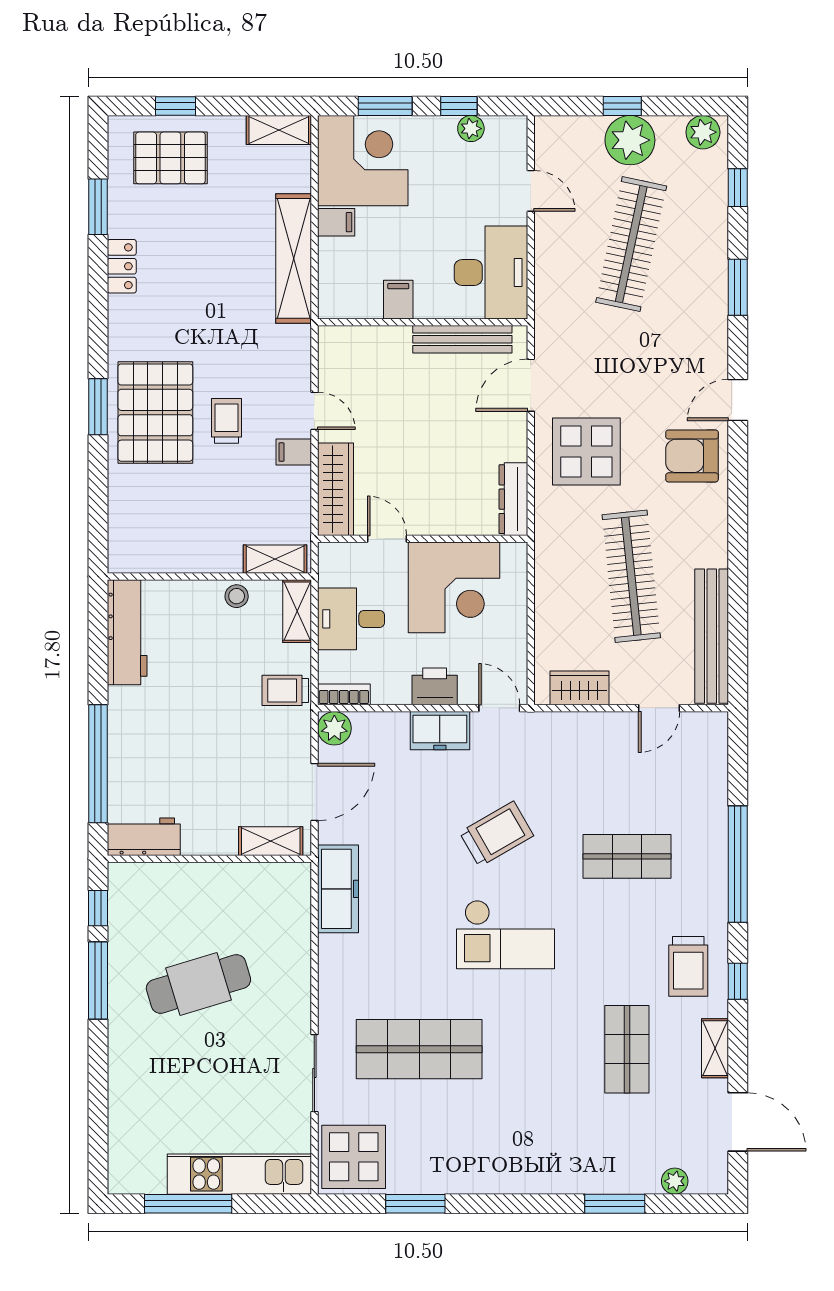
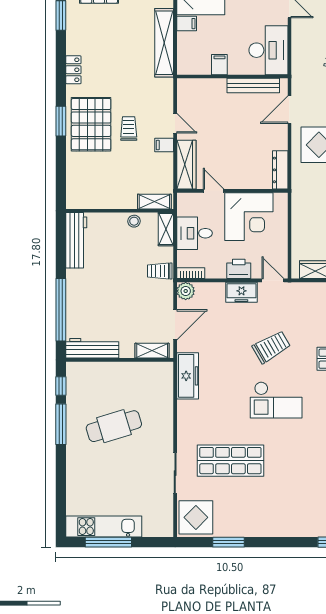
locker: (122, 266) -> (73, 70), moved
workbench: (144, 837) -> (92, 348), width x1.38
kitchen unit: (239, 1174) -> (104, 527), moved

